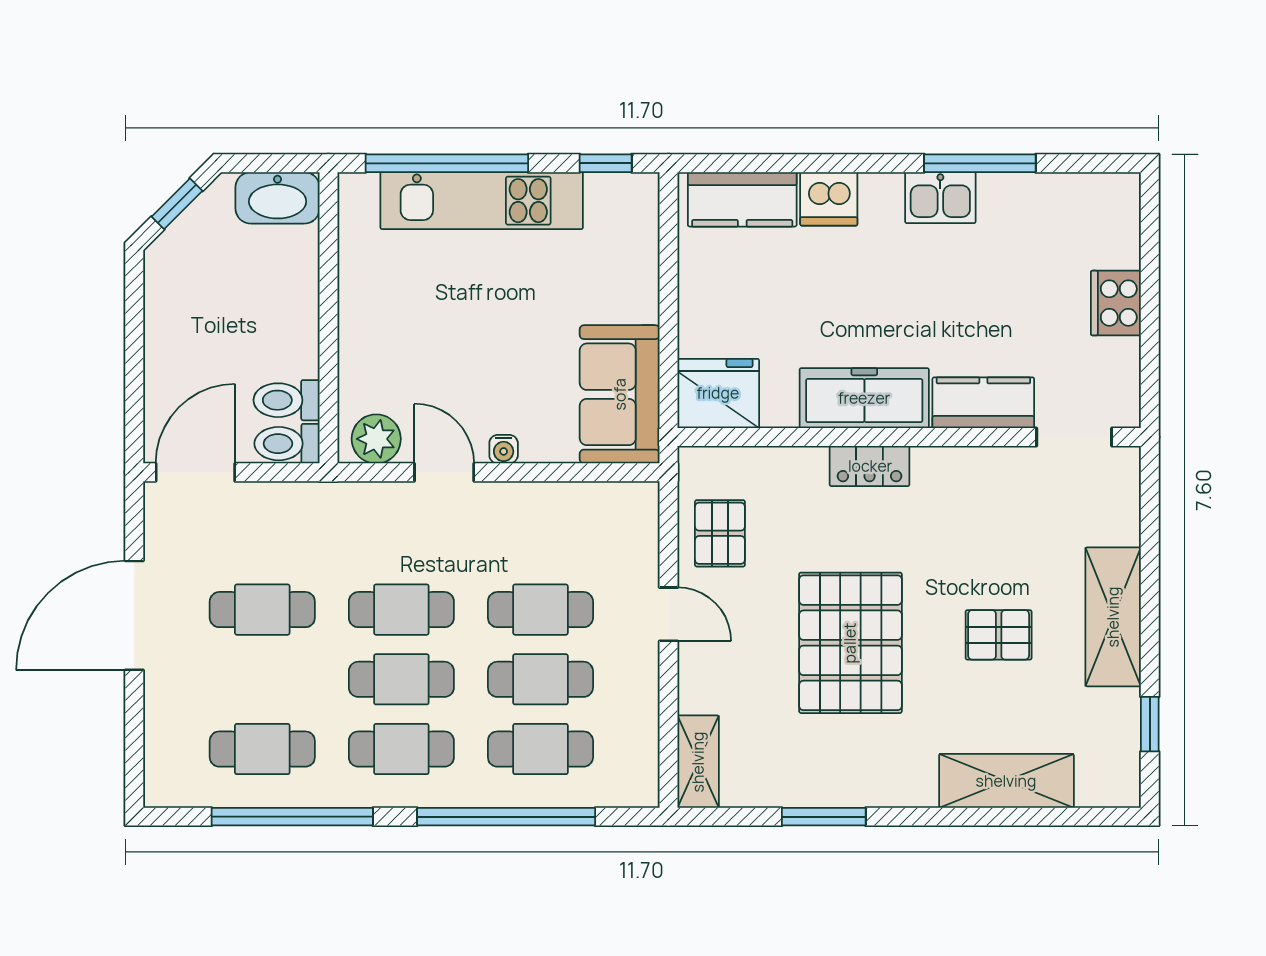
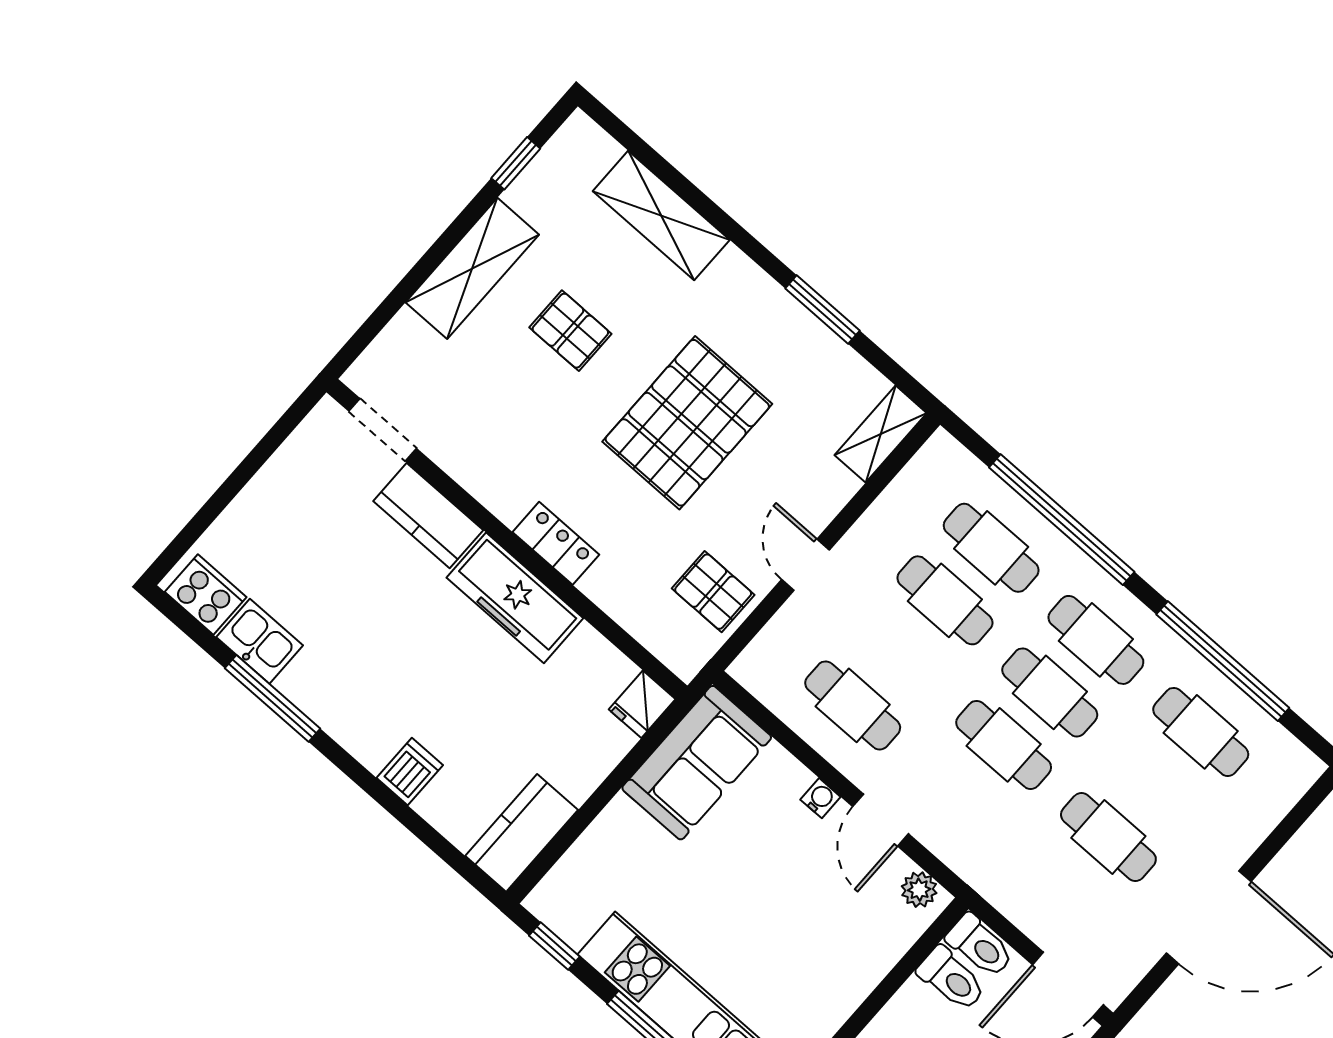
kitchen sink: (940, 198) -> (260, 641), moved
kitchen counter: (742, 199) -> (522, 833), moved, turned -90
dishwasher: (829, 199) -> (410, 772), width x0.73
cooker: (1116, 303) -> (206, 594), moved, turned -90
fridge: (718, 393) -> (642, 704), width x0.53, depth x0.75
plant: (376, 439) -> (919, 890), width x0.73, depth x0.73
pallet: (720, 533) -> (713, 592), turned 90
cafe table: (540, 610) -> (853, 705), moved

